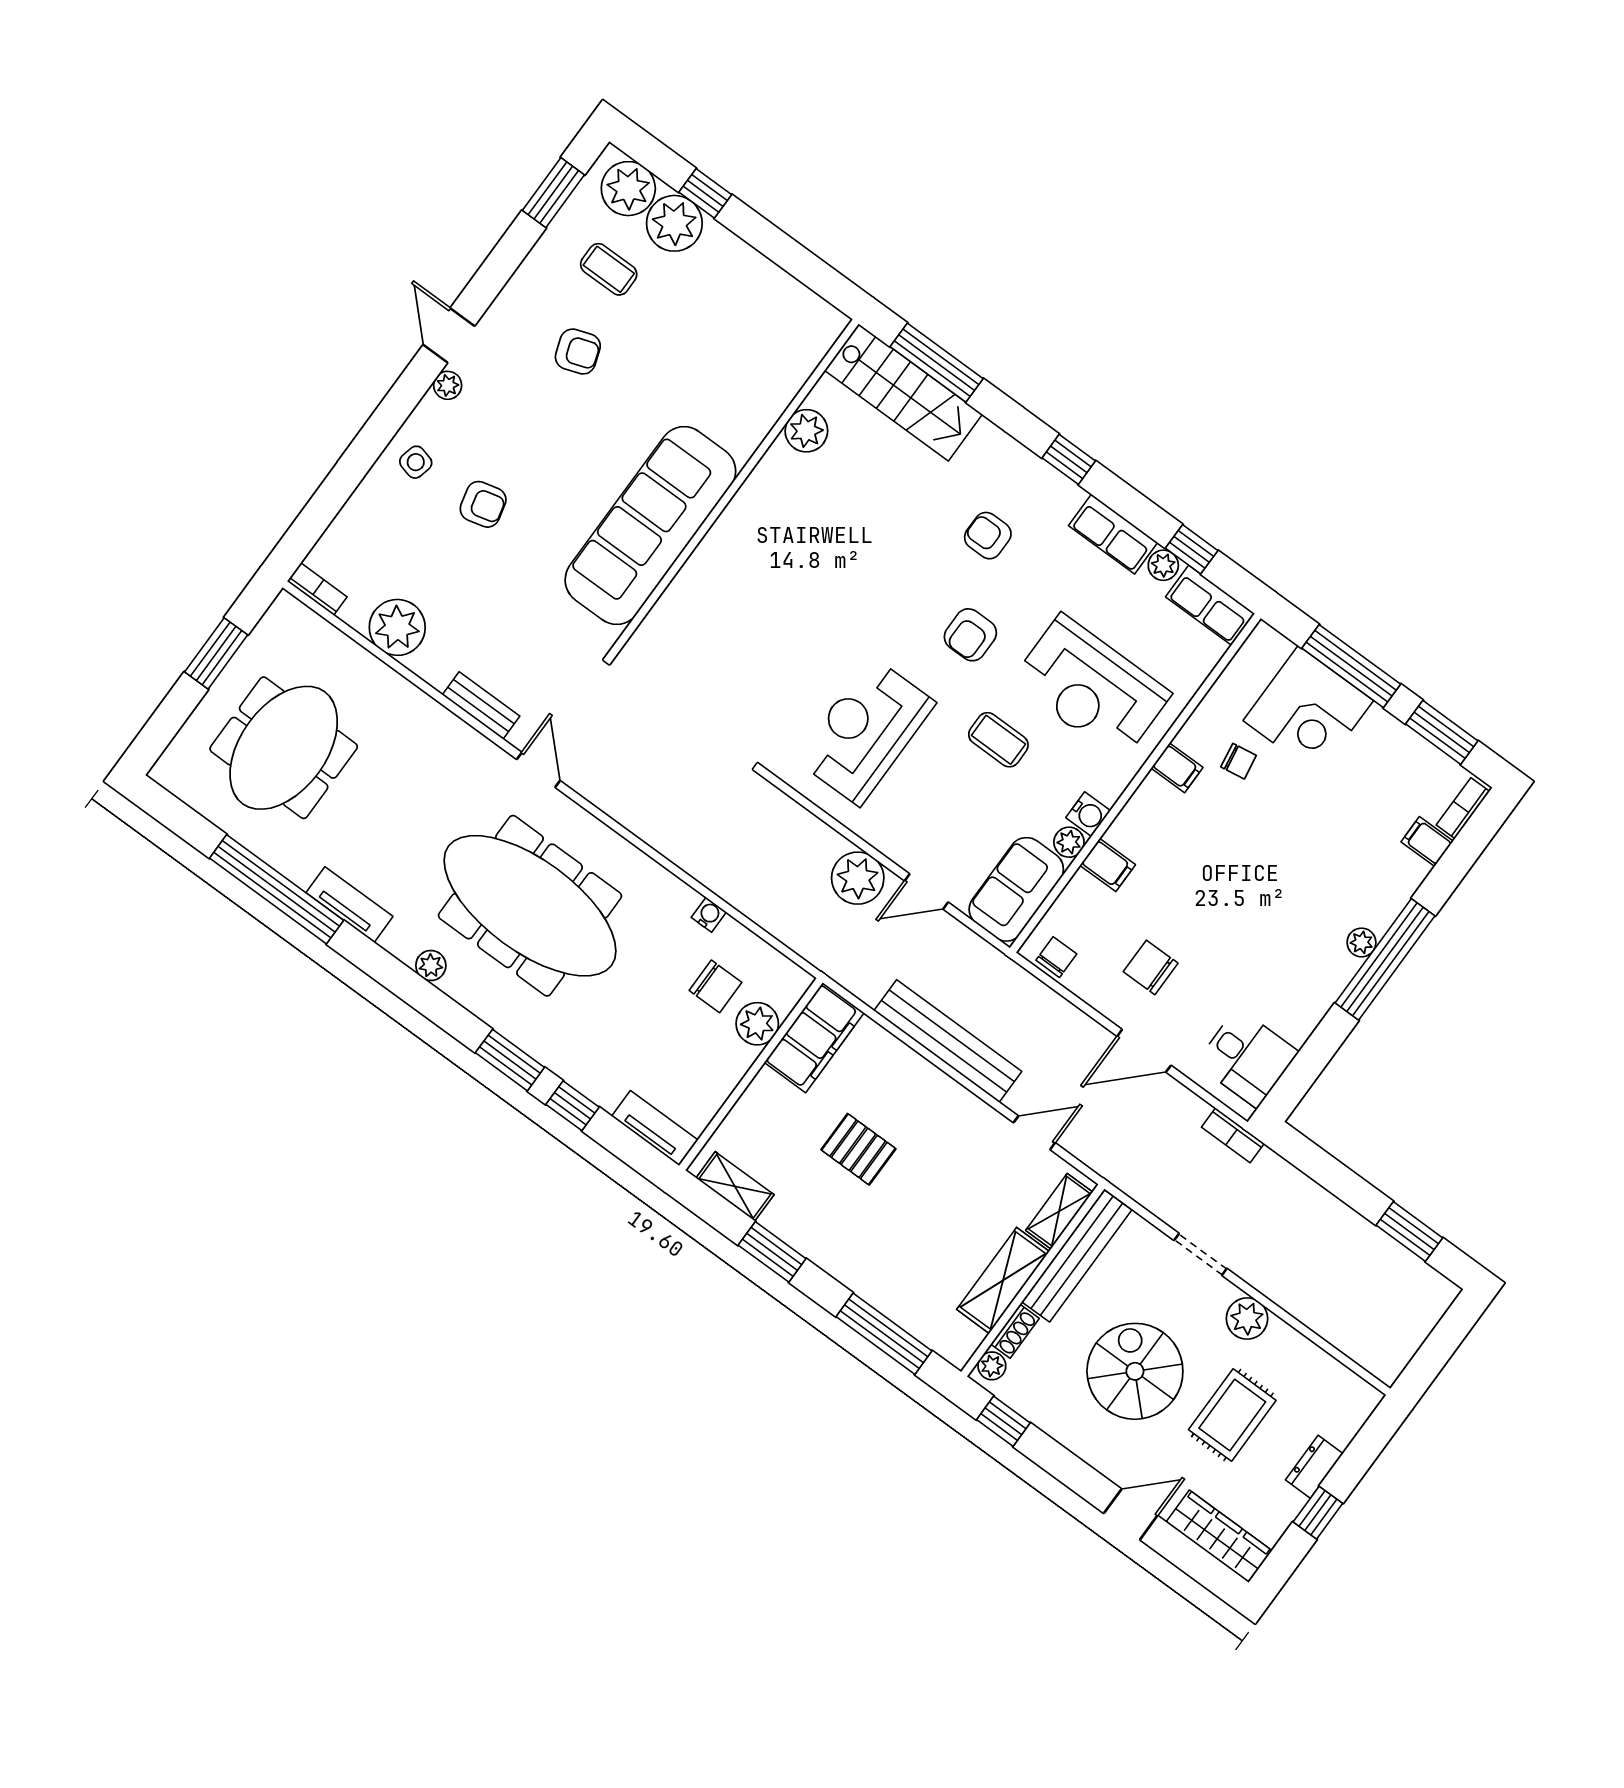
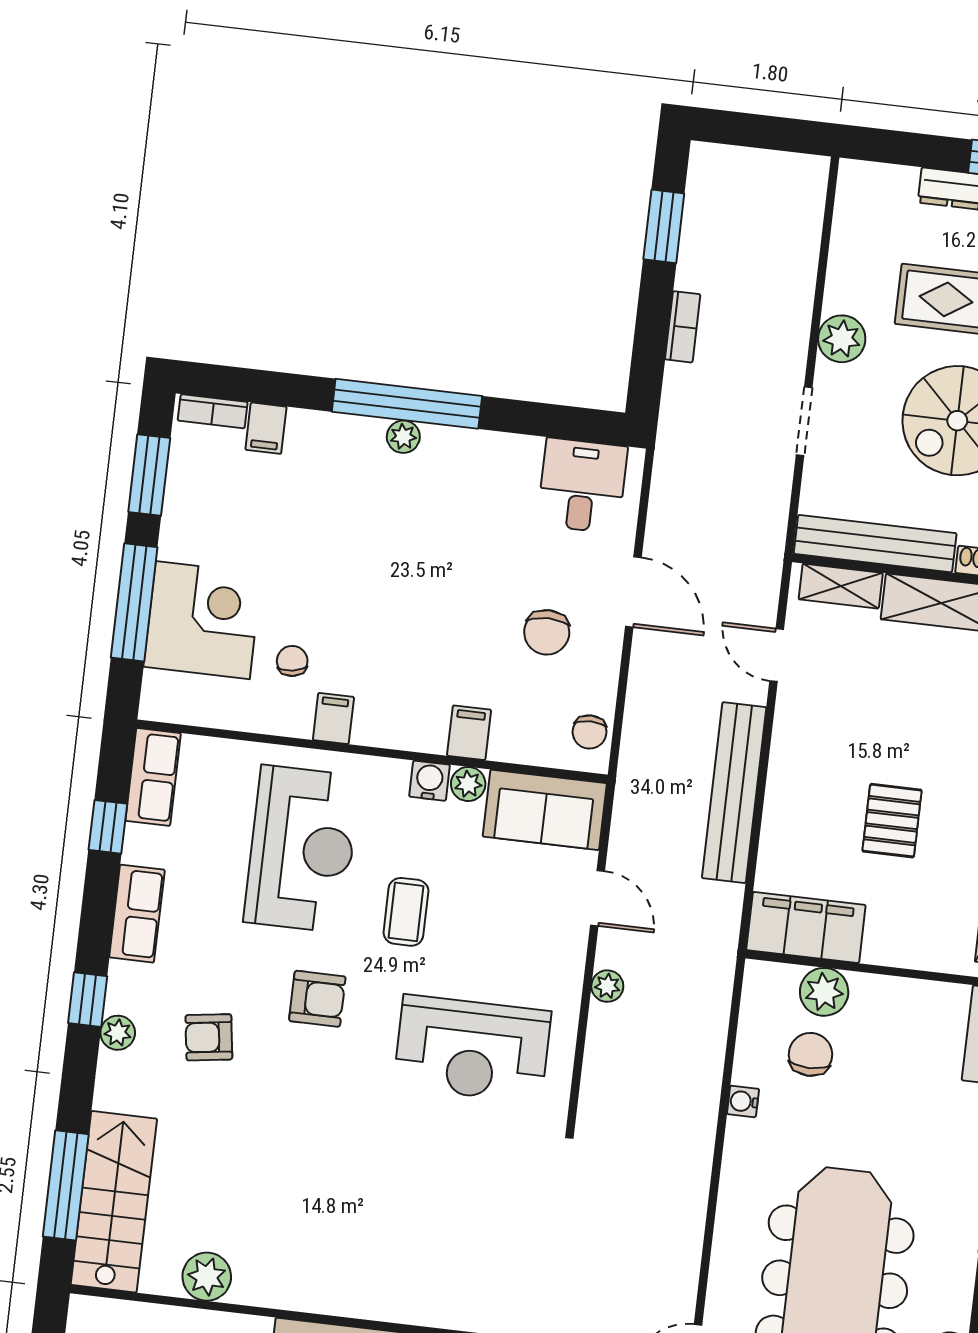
armchair: (988, 536) -> (209, 1037), turned 82
plant: (1163, 565) -> (118, 1033), moved
plant: (858, 878) -> (607, 986), width x0.53, depth x0.53
chair: (1056, 957) -> (590, 732), turned -90
bookcase: (1233, 1135) -> (683, 327), moved

